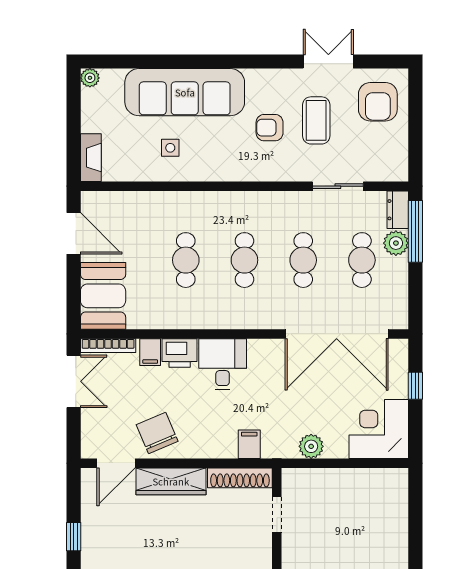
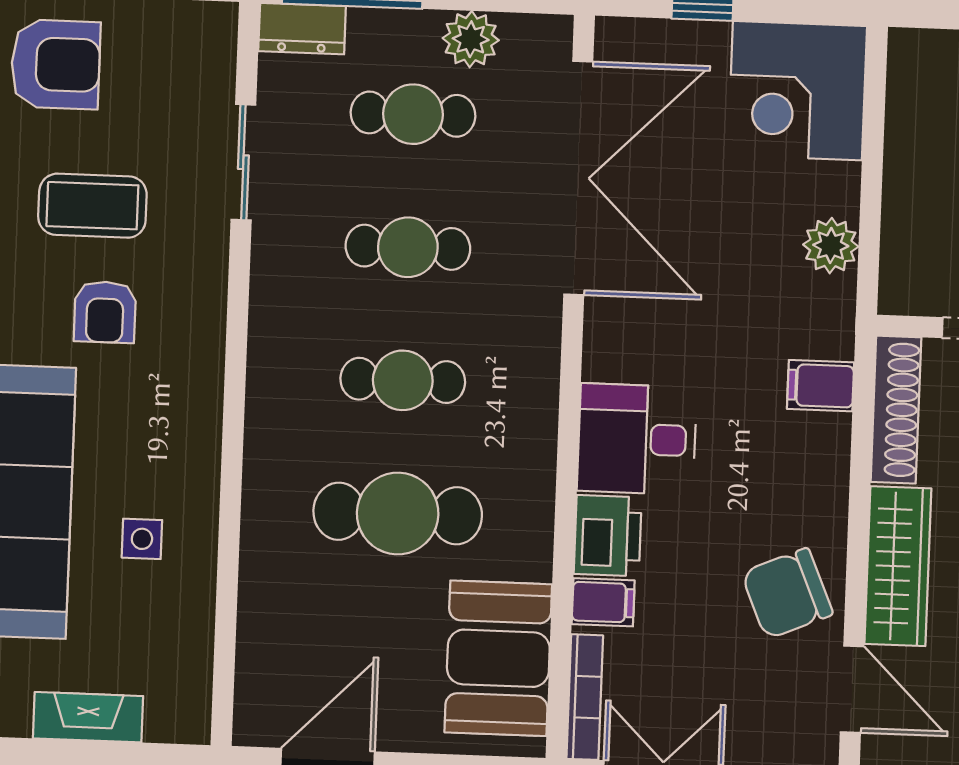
fireplace: (91, 158) -> (88, 717), moved
plant: (396, 243) -> (471, 39), moved
cafe table: (186, 260) -> (398, 513), width x1.37, depth x1.35
booth: (103, 296) -> (498, 658), moved, turned 90

